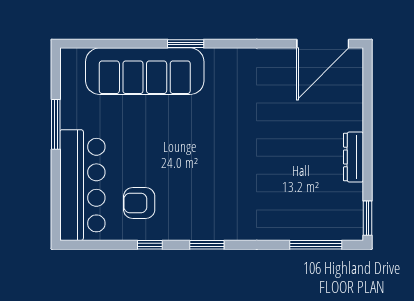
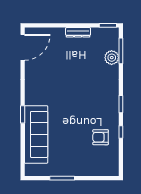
door: (323, 44) -> (23, 47), hinge flipped
bar counter: (82, 185) -> (92, 165), removed
armchair: (139, 203) -> (101, 137), turned 90
plant: (302, 226) -> (112, 58), added

